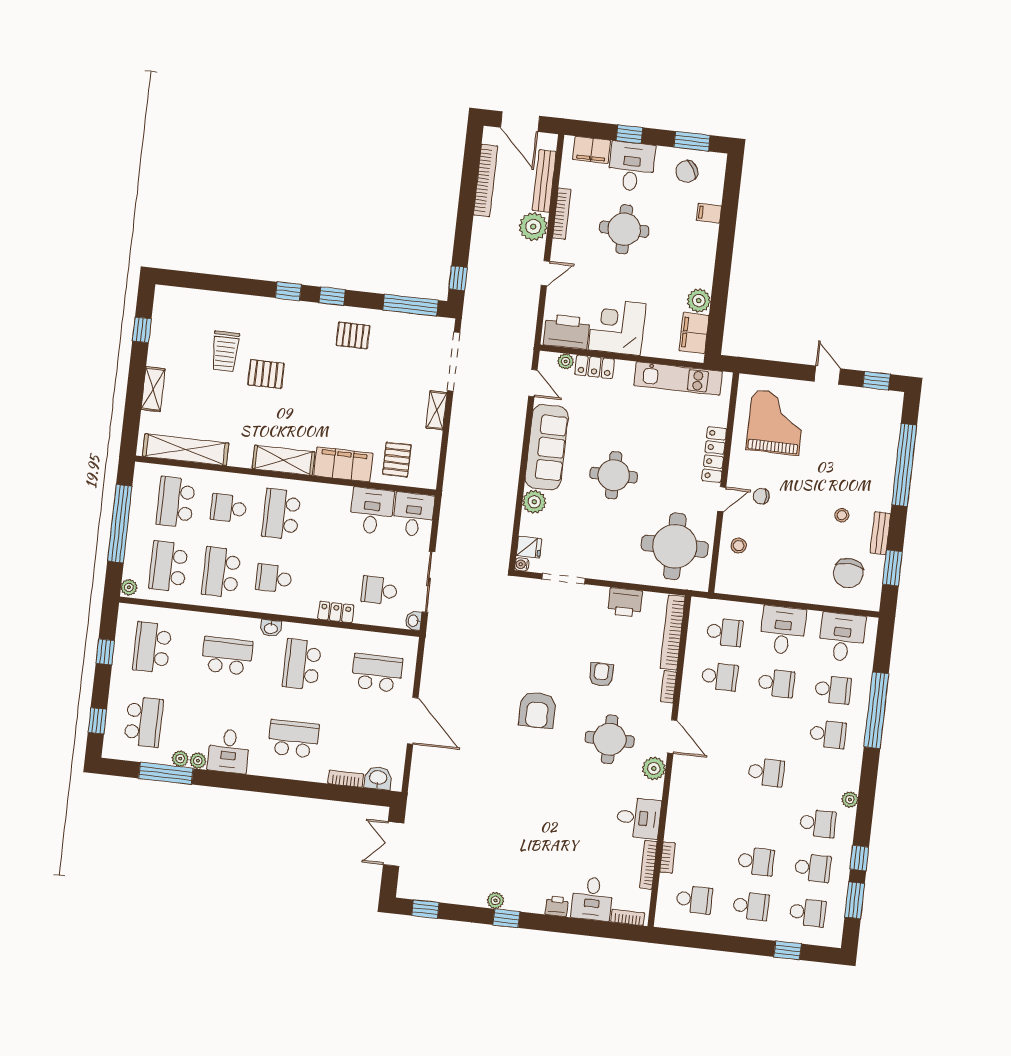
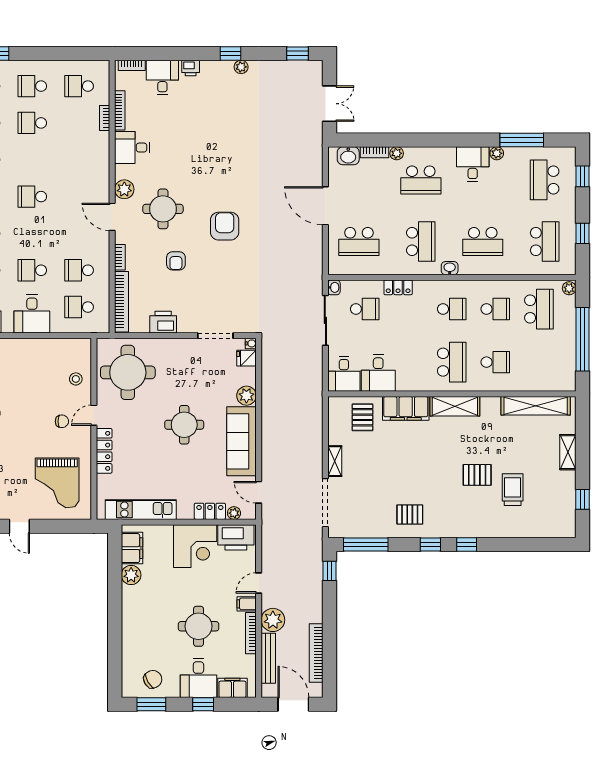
filing cabinet: (709, 213) -> (247, 604), moved, turned 180
school desk: (176, 502) -> (539, 362), removed
school desk: (221, 572) -> (495, 309), width x0.54
plant: (180, 759) -> (397, 153), moved

